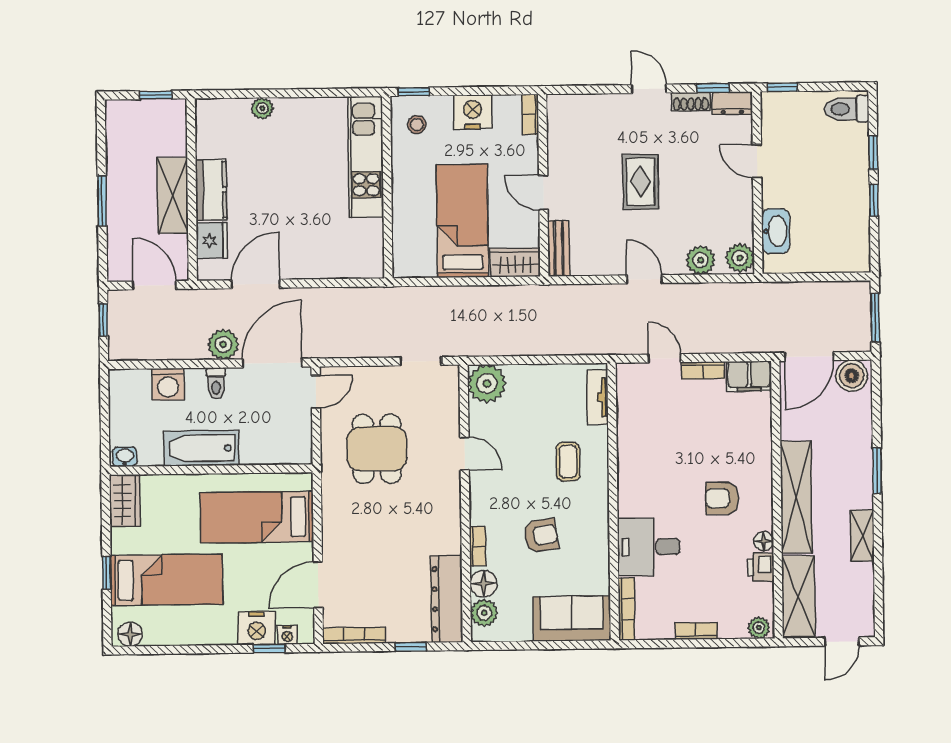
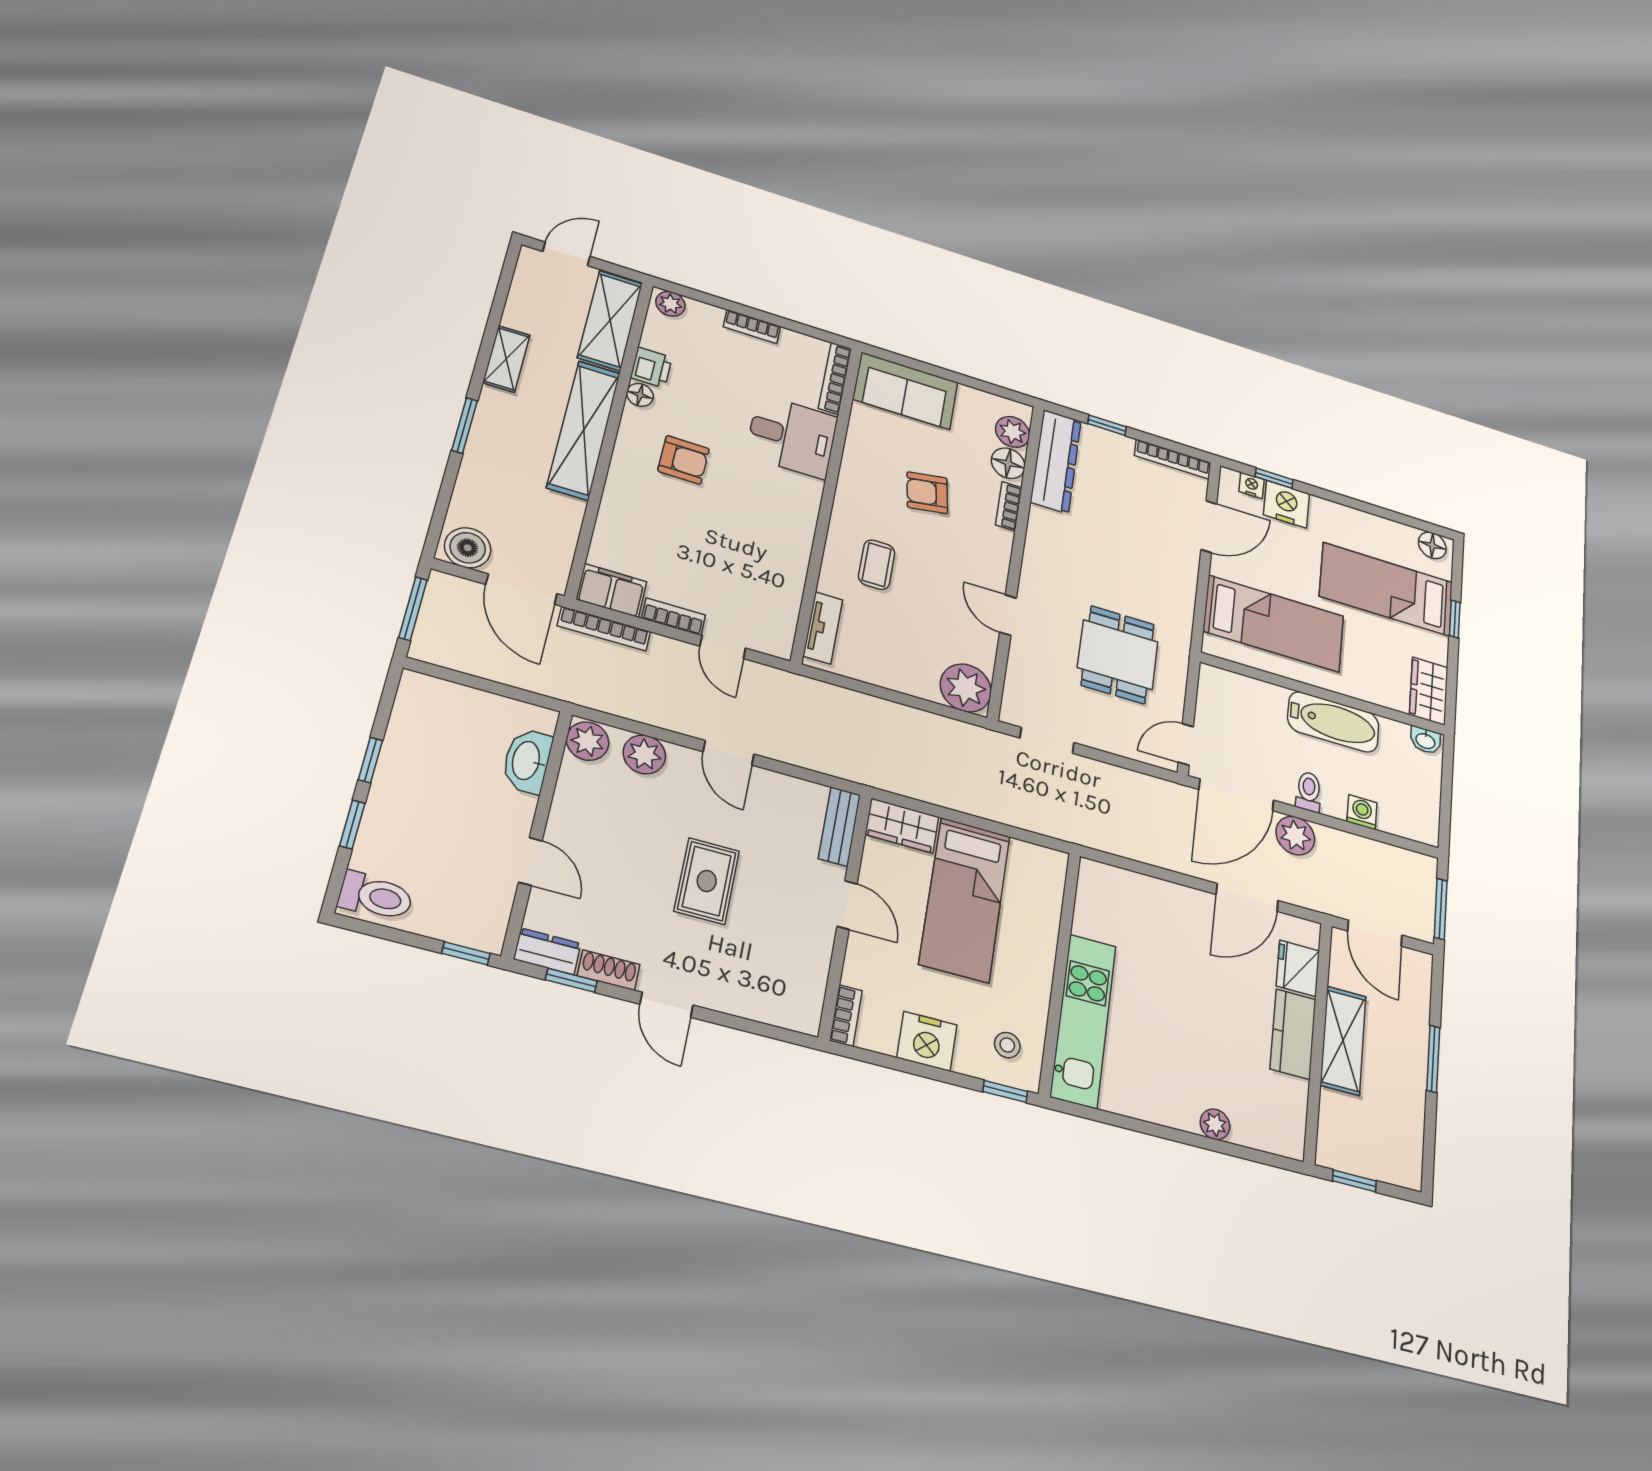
window: (103, 320) -> (1441, 909), width x1.50
bookcase: (748, 345) -> (604, 629), added
door: (809, 357) -> (521, 589), swing flipped
washing machine: (168, 384) -> (1362, 812), width x0.73, depth x0.73

